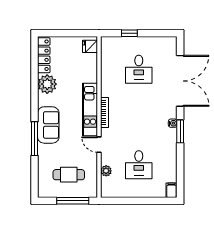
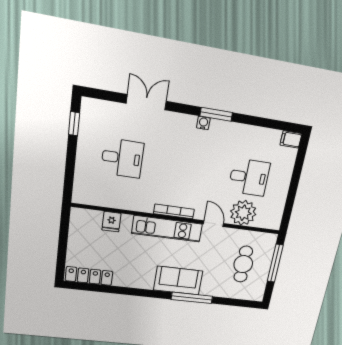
window: (129, 33) -> (74, 124), moved
fridge: (90, 46) -> (111, 222), moved
double door: (180, 81) -> (146, 102), width x0.54
plant: (47, 84) -> (127, 276), removed
door: (99, 145) -> (214, 224), swing flipped
plant: (106, 171) -> (243, 213), width x1.87, depth x1.87

